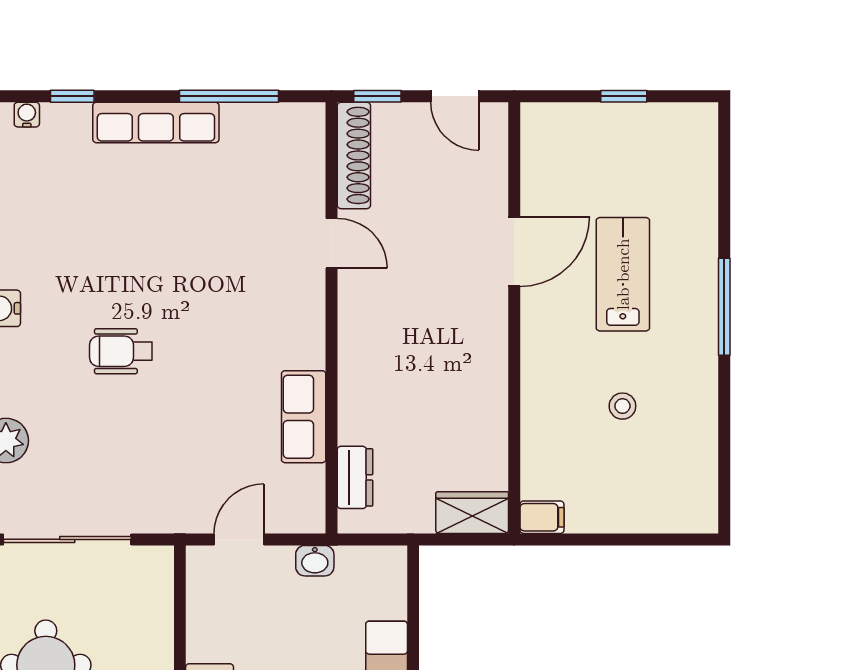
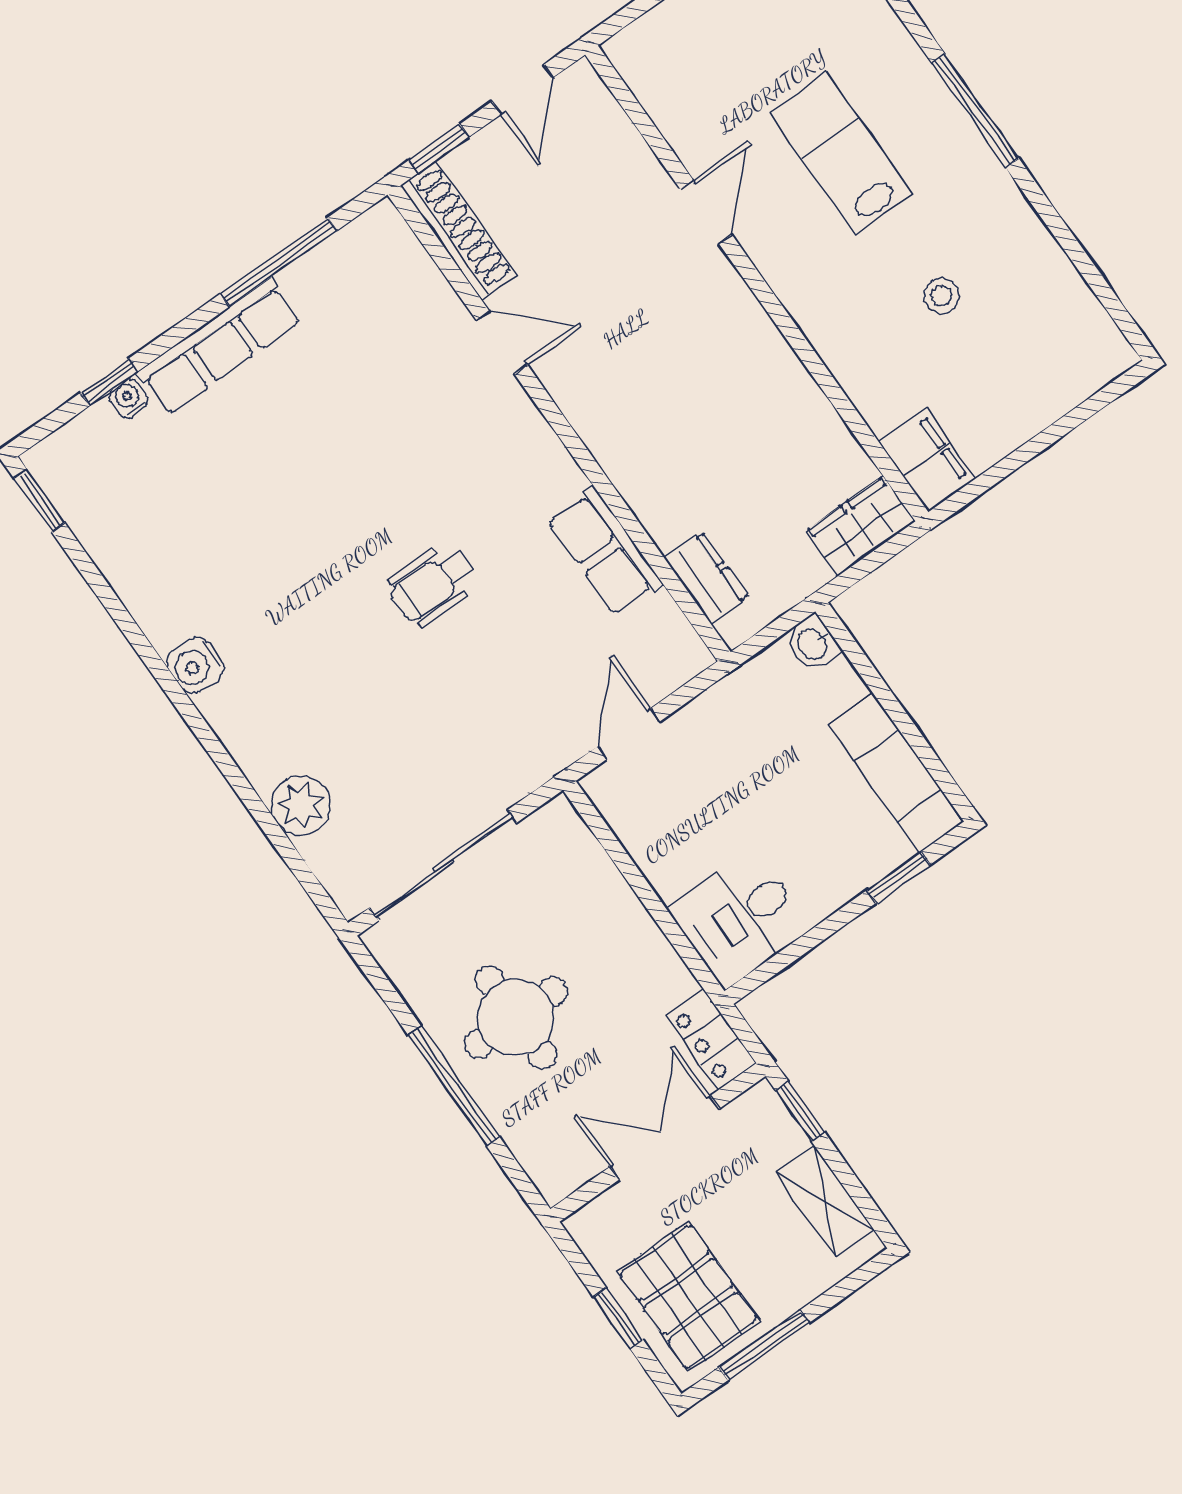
door: (455, 96) -> (523, 89), hinge flipped
water cooler: (27, 115) -> (128, 398), moved
door: (514, 252) -> (706, 212), width x0.73
wheelchair: (121, 351) -> (433, 584), moved
filing cabinet: (542, 517) -> (927, 460), width x2.00
washbasin: (315, 561) -> (813, 644), moved, turned 90

